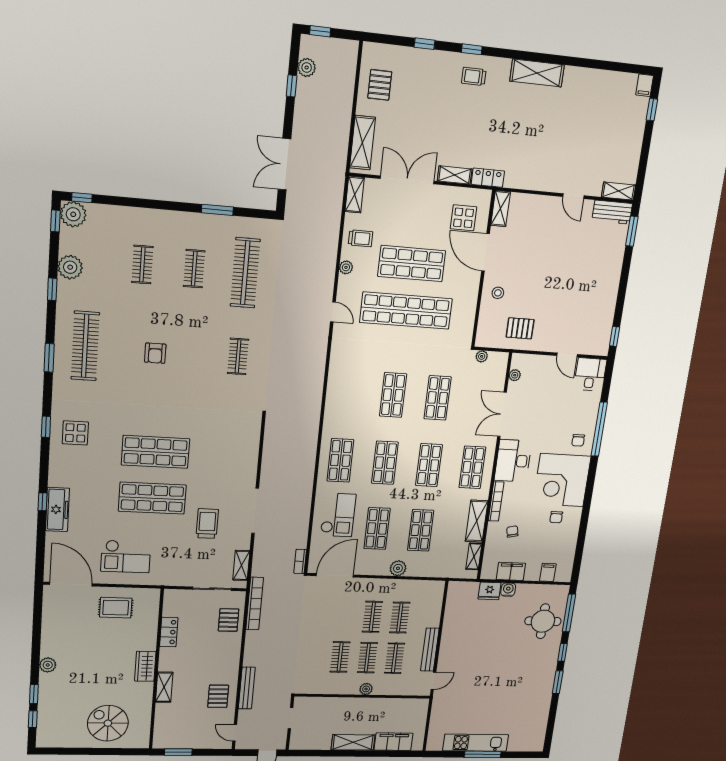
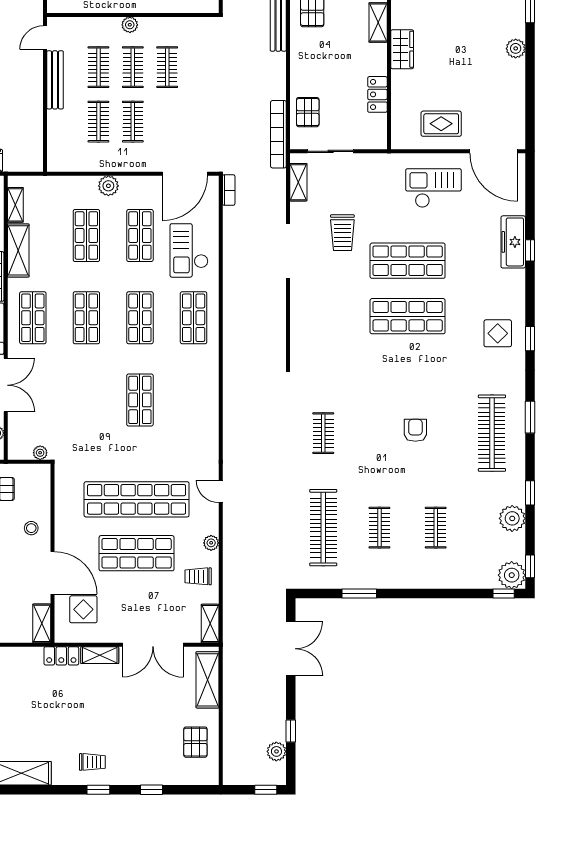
shop shelf: (438, 398) -> (86, 400), removed

